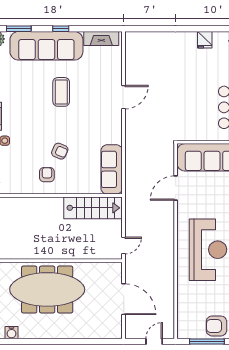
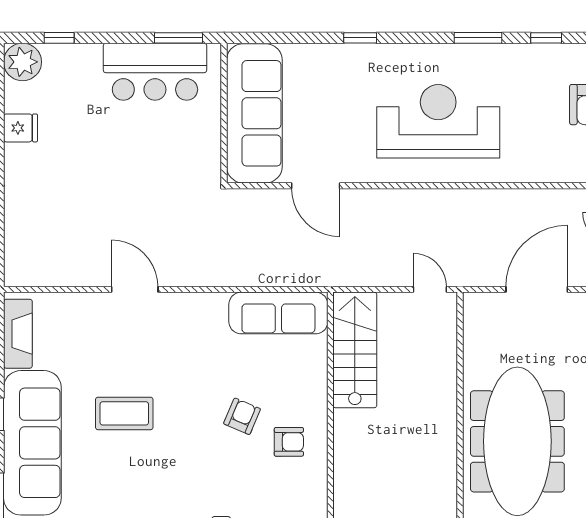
armchair: (47, 175) -> (289, 442), turned 180

